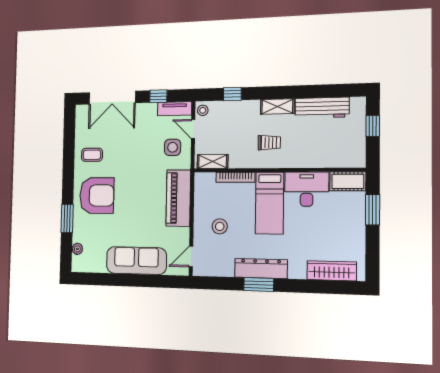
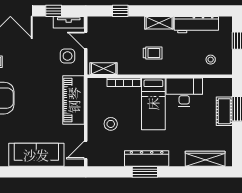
stool: (203, 110) -> (211, 60), moved
cot: (348, 181) -> (224, 111), moved, turned 90

